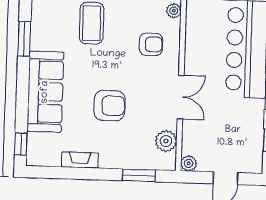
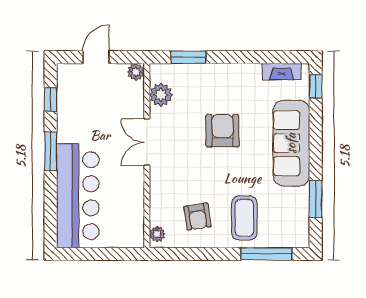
armchair: (151, 44) -> (197, 217), moved, turned -99
armchair: (109, 106) -> (222, 131), turned 90
fireplace: (80, 160) -> (282, 72), moved

